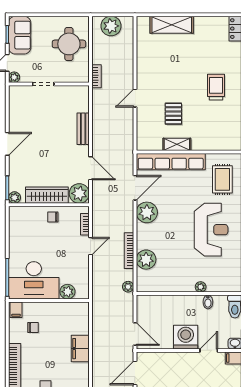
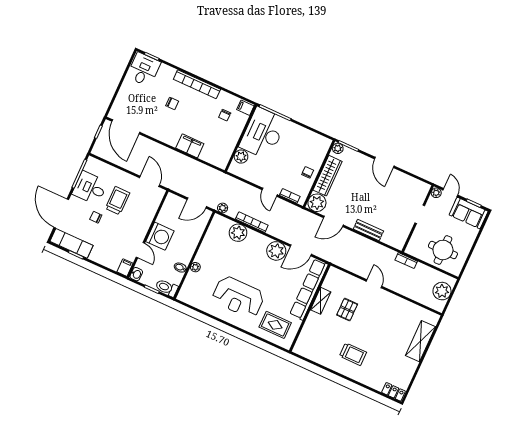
pallet: (173, 114) -> (347, 310), turned 90
door: (135, 188) -> (301, 250), hinge flipped
door: (135, 334) -> (197, 203), moved

